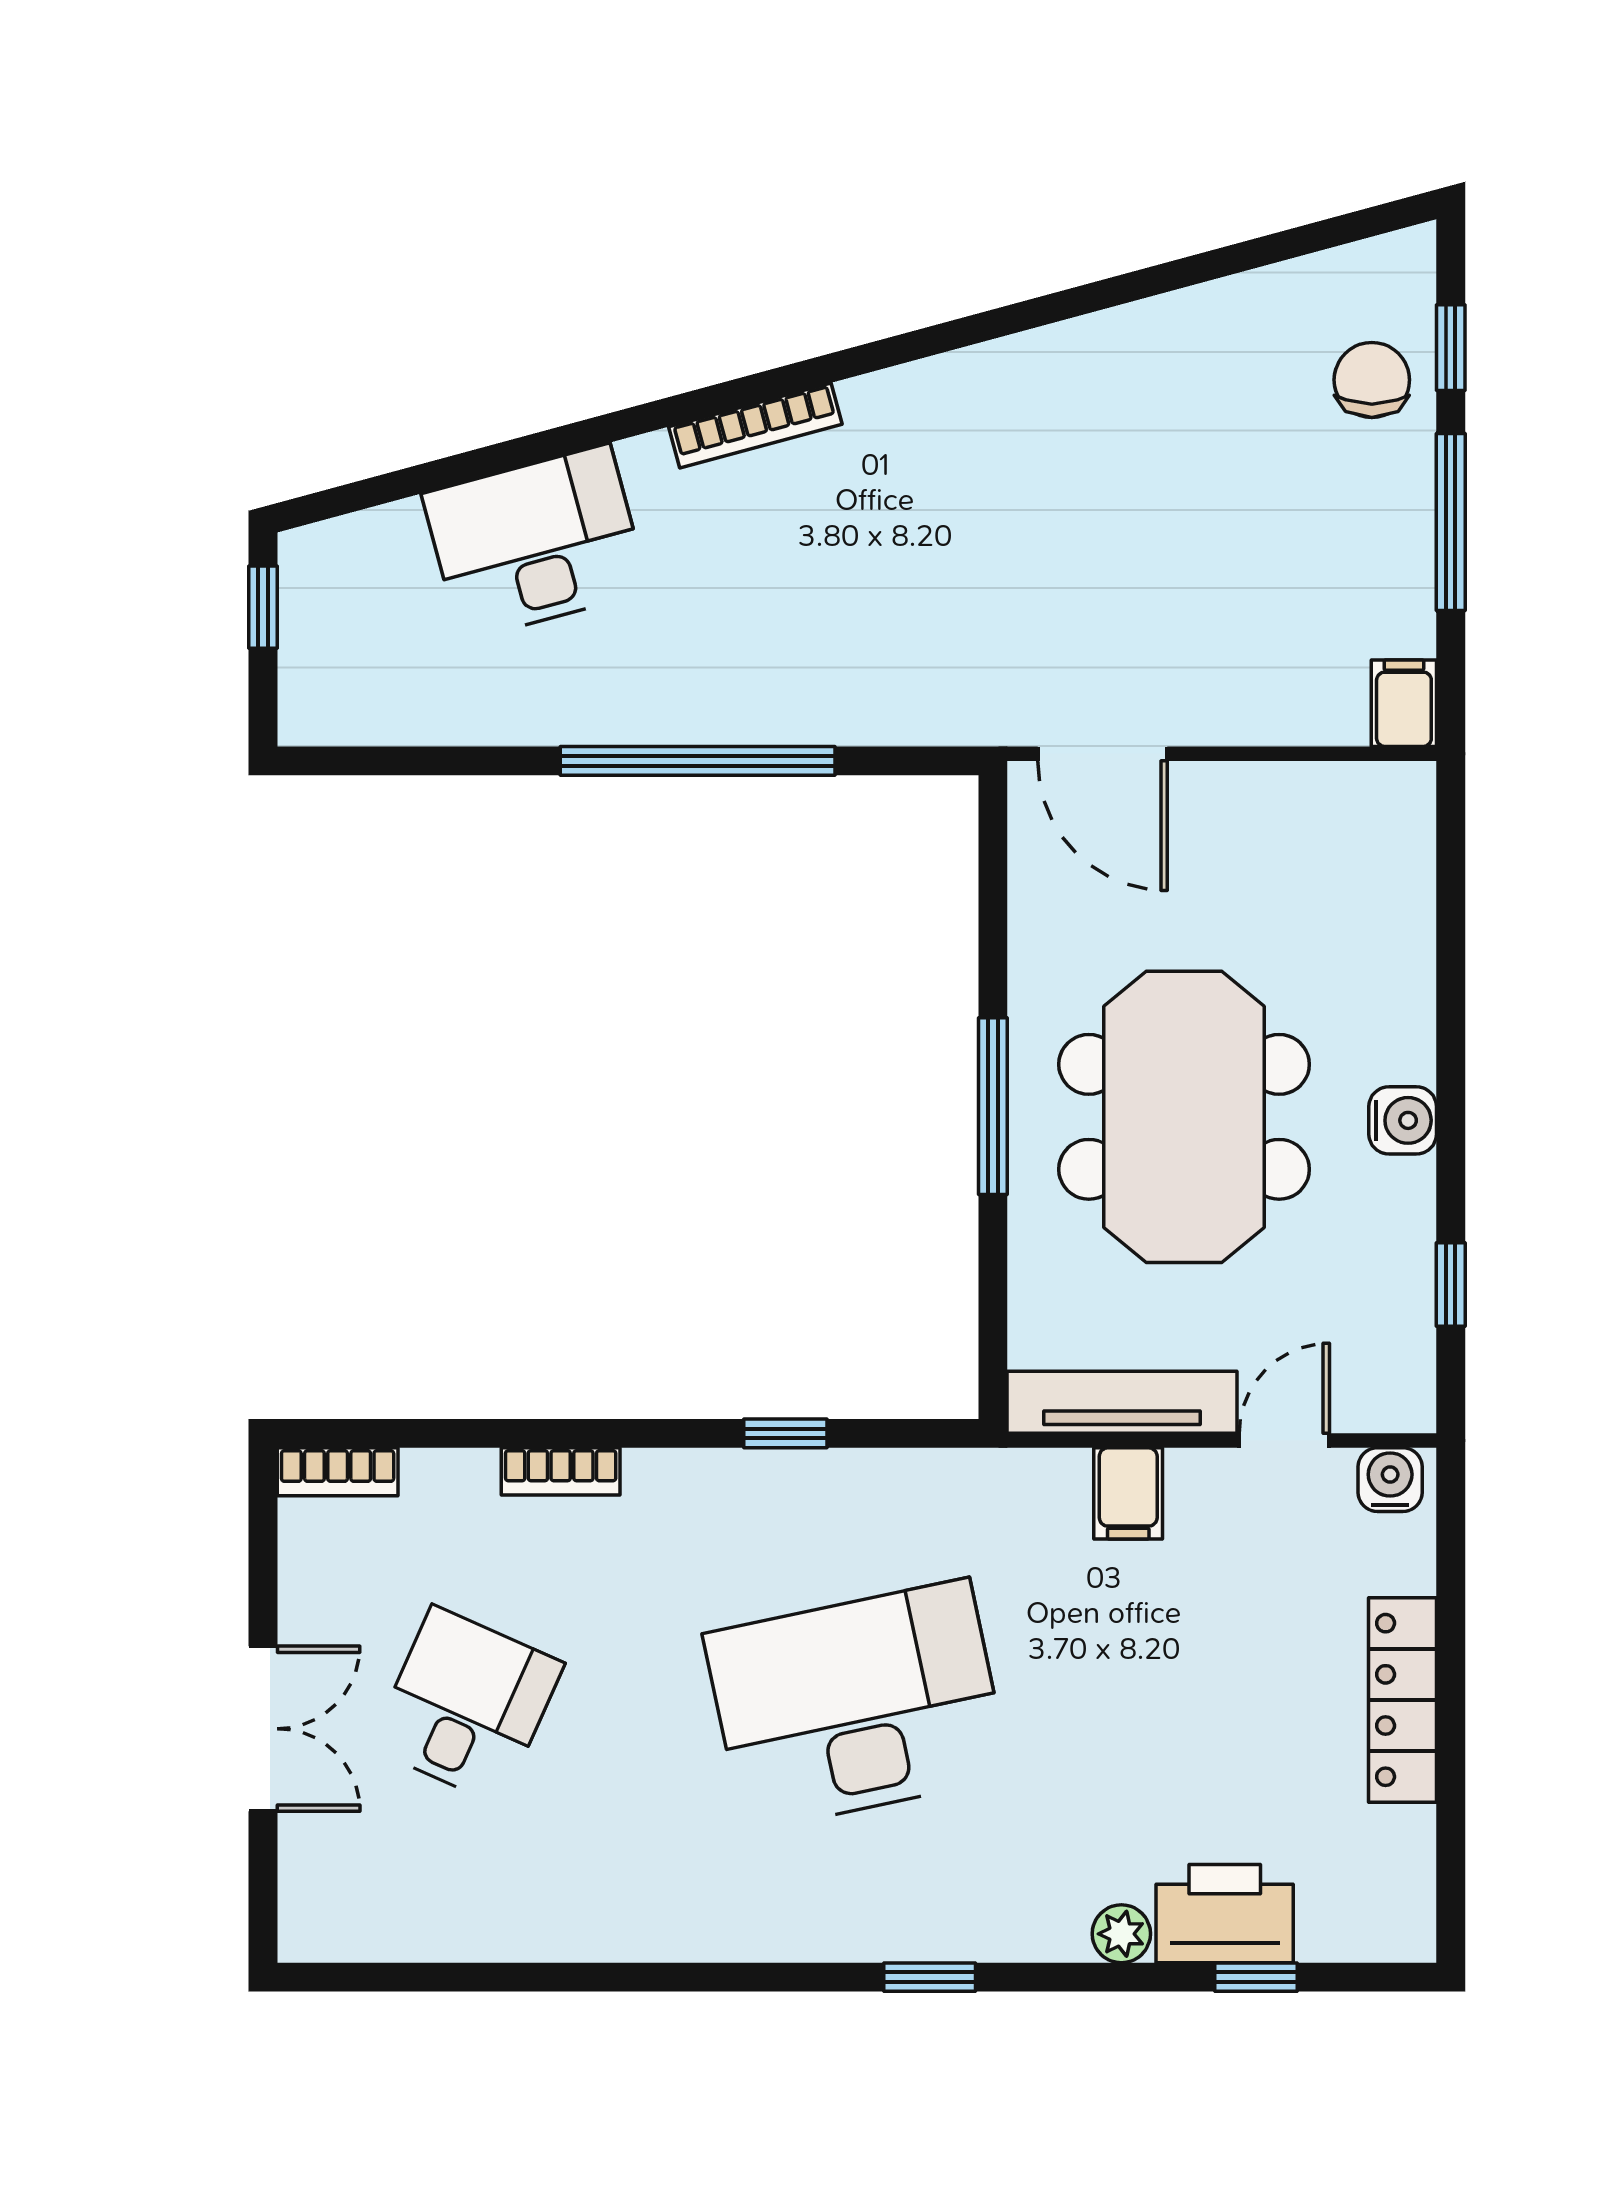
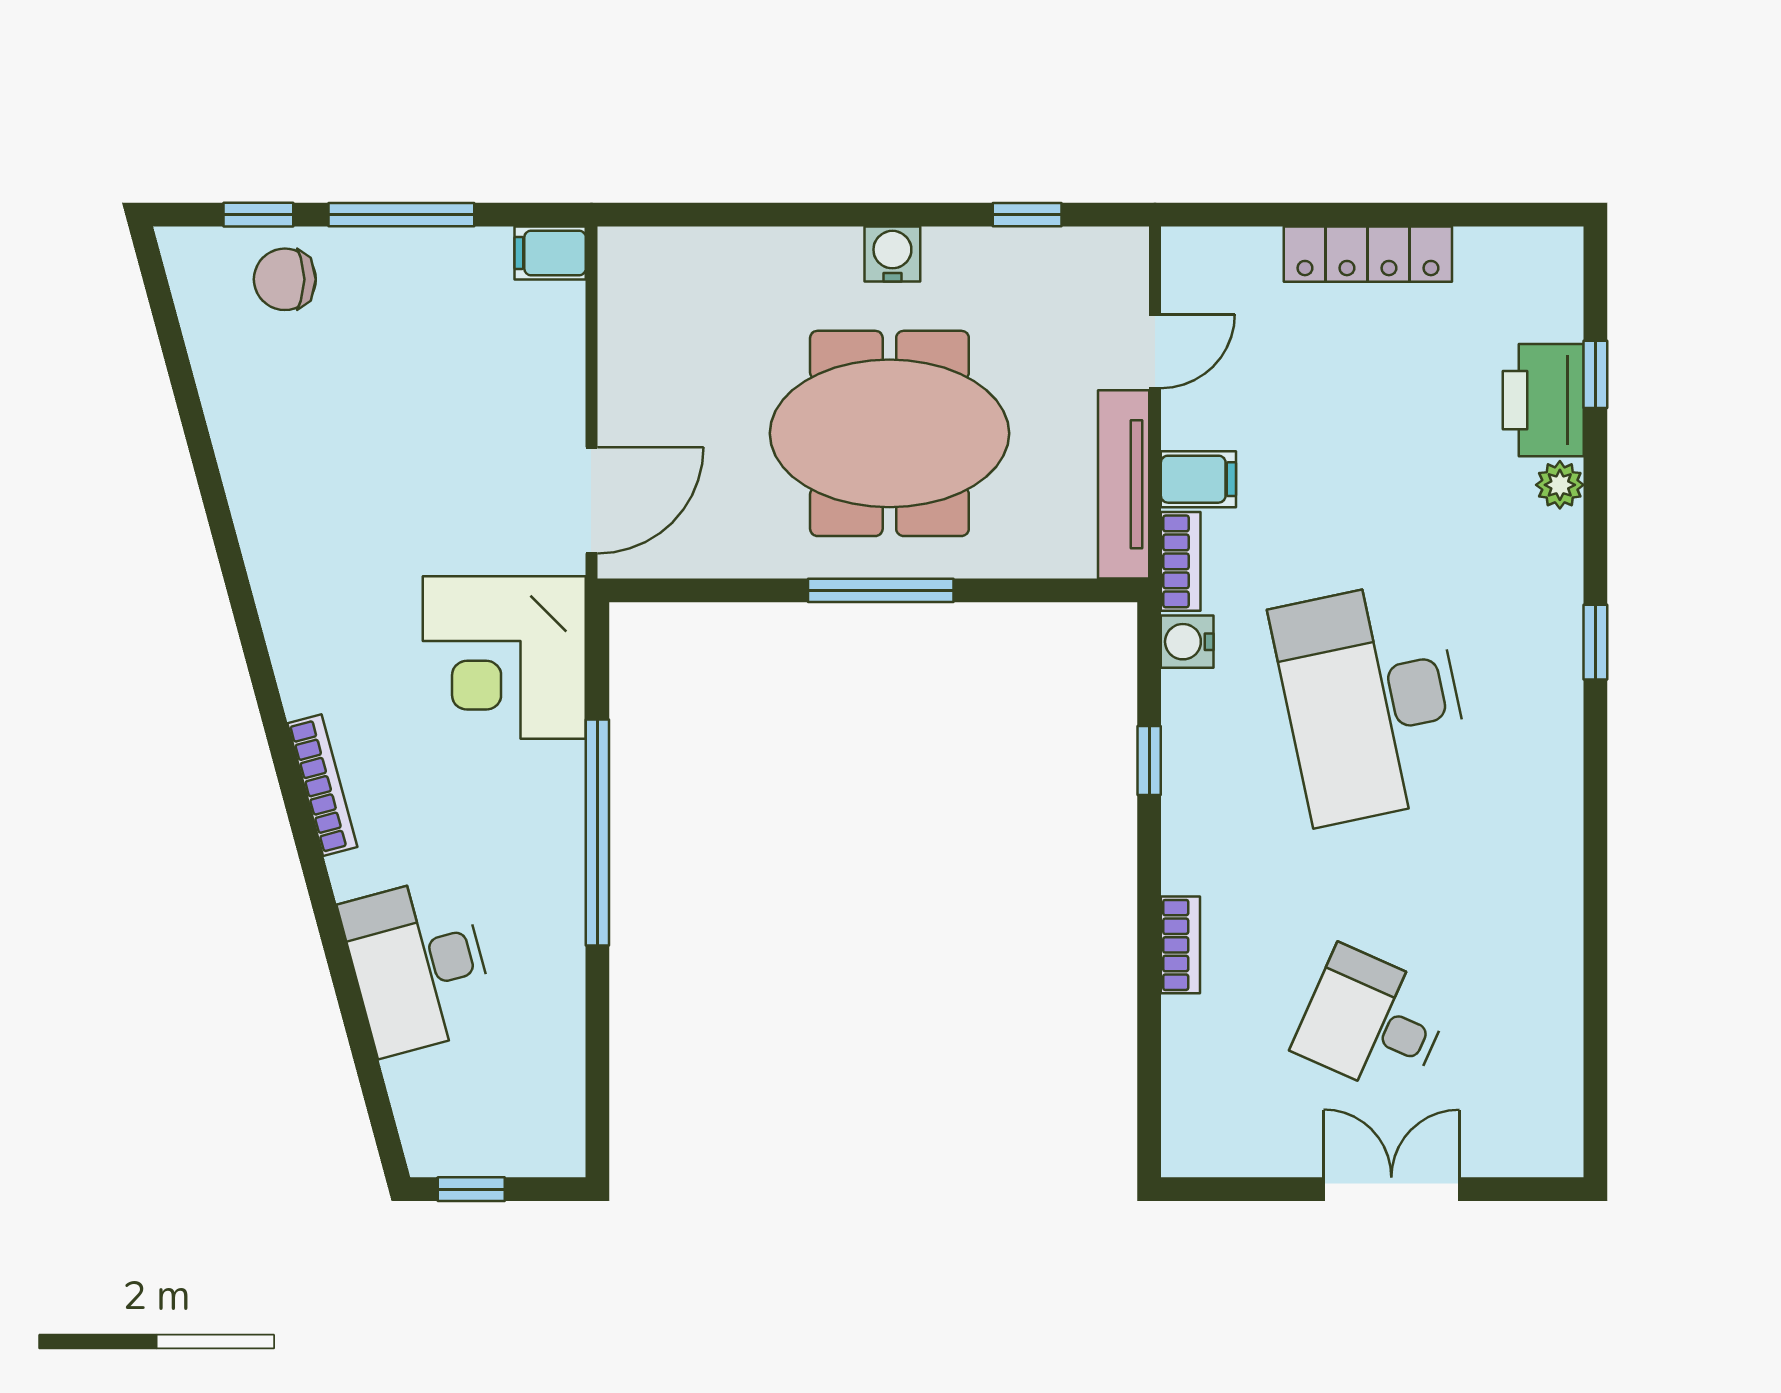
corner desk: (911, 647) -> (504, 657), added
door: (1284, 1441) -> (1155, 351), swing flipped
bookcase: (338, 1472) -> (1181, 561), moved
water cooler: (1390, 1480) -> (1187, 642), moved

